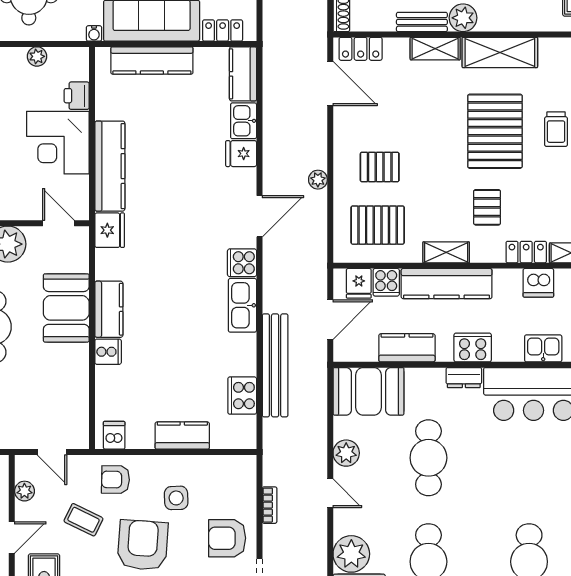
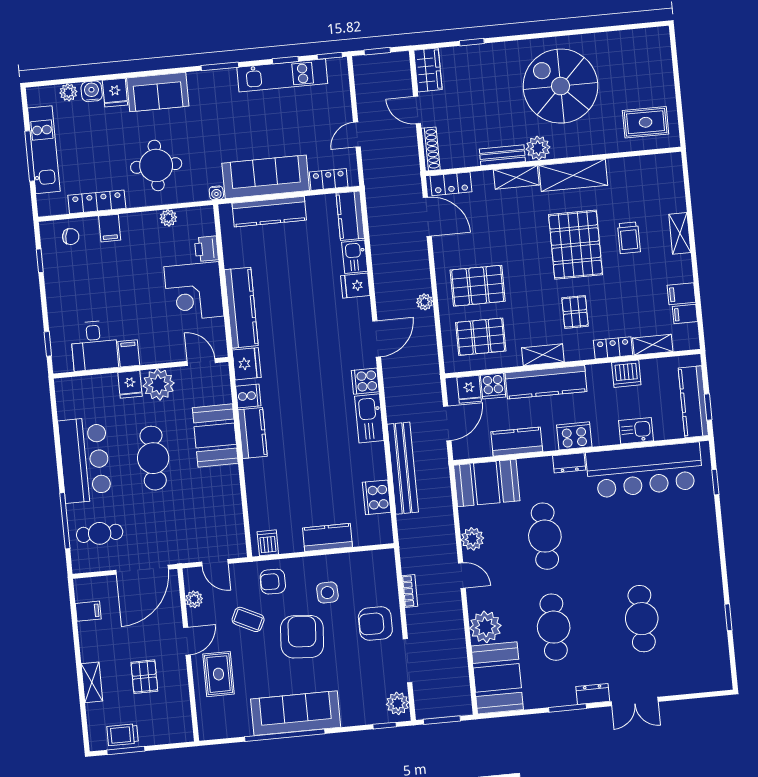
pallet: (380, 167) -> (478, 286), width x1.50, depth x1.42
cooker: (108, 352) -> (248, 396), moved

